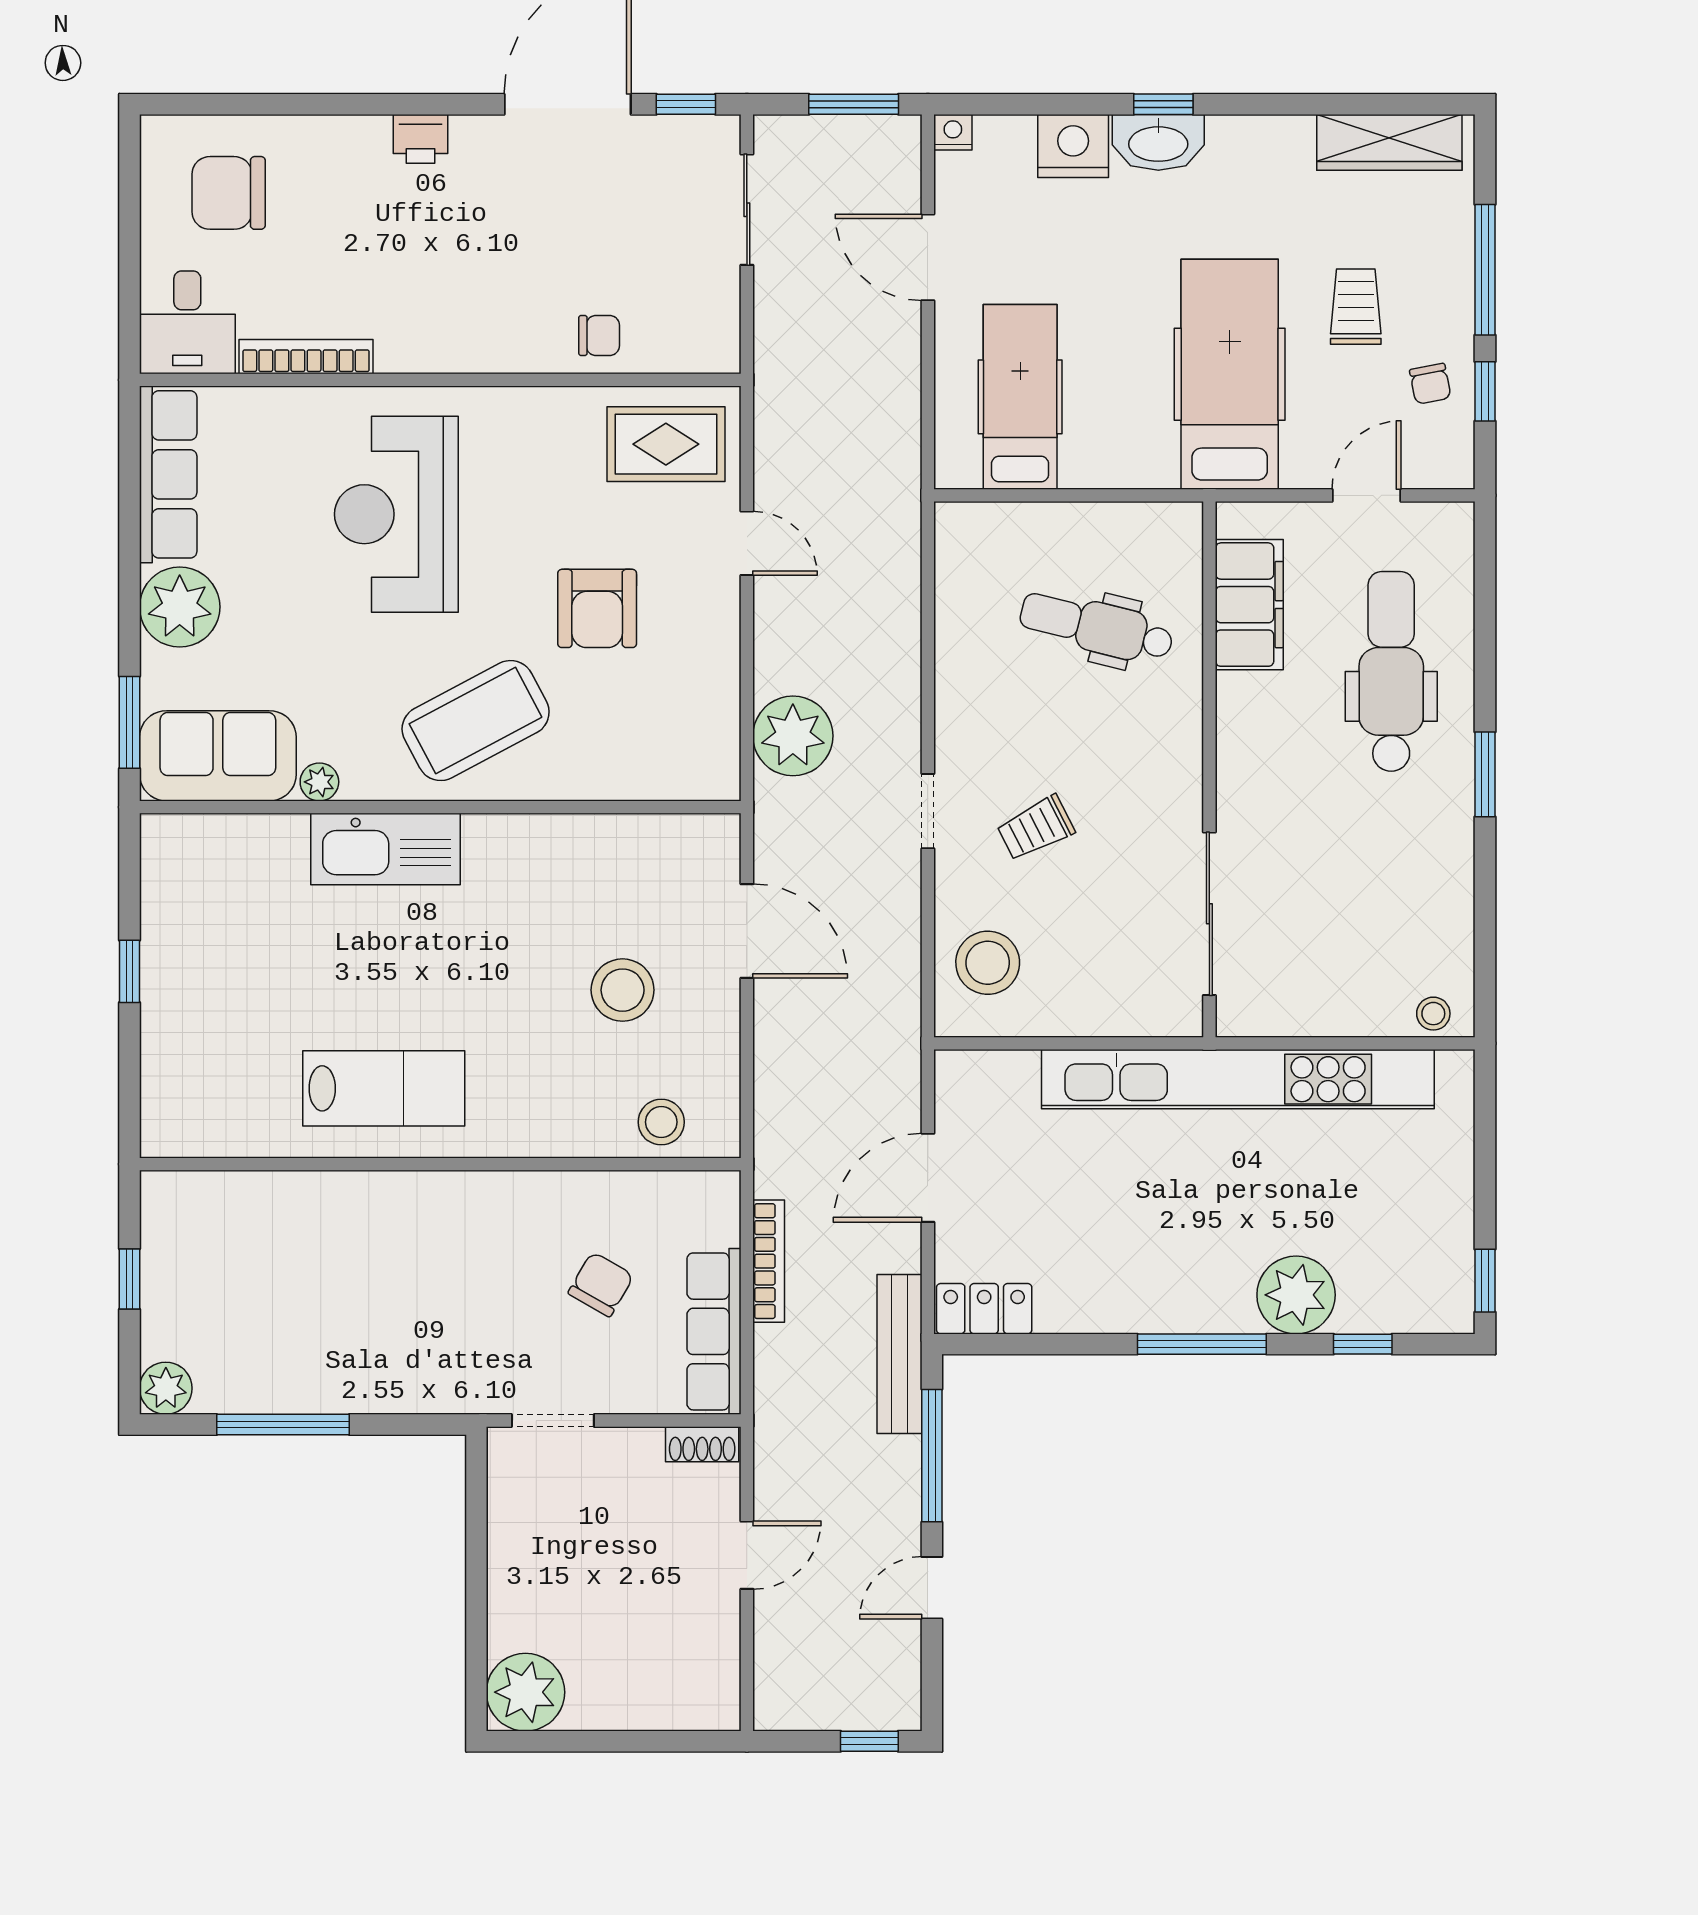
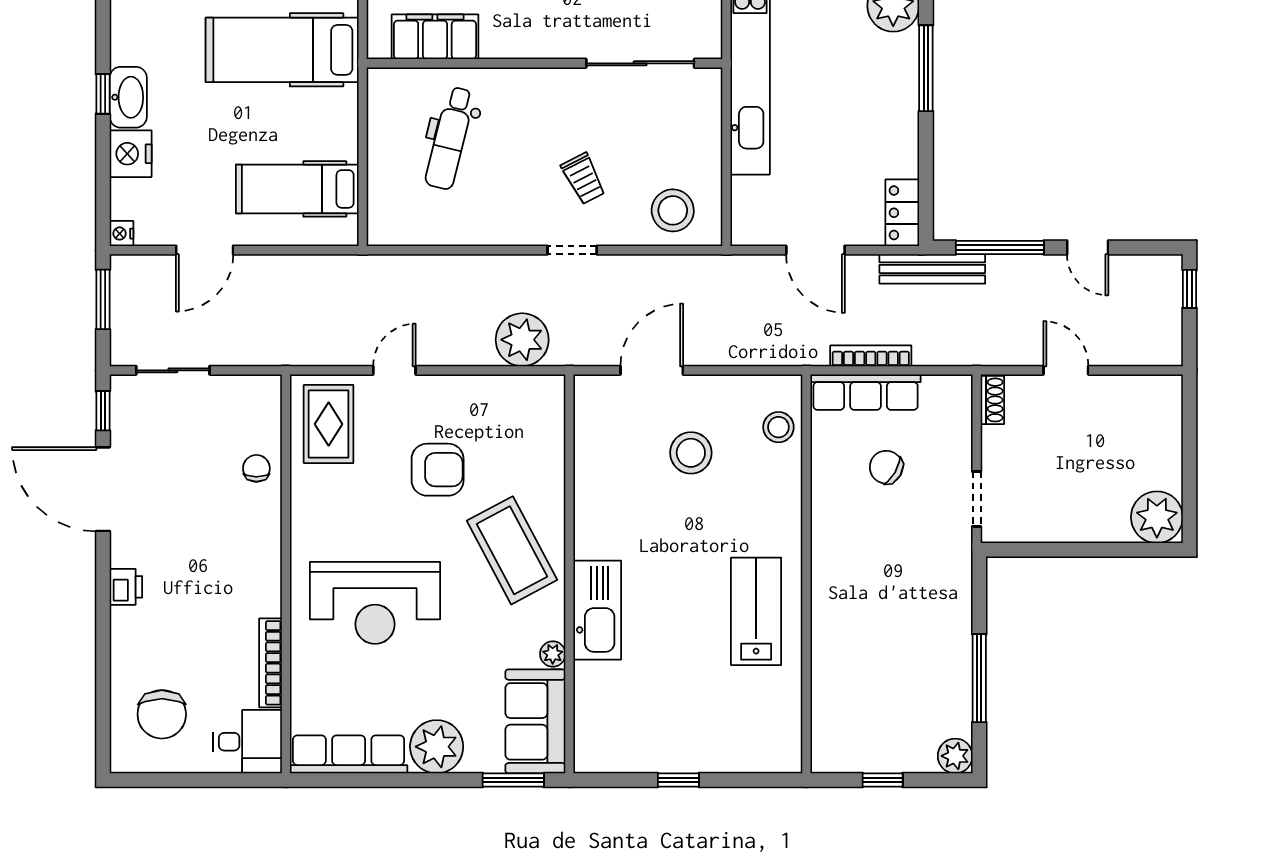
row of seats: (714, 1331) -> (866, 392), moved

